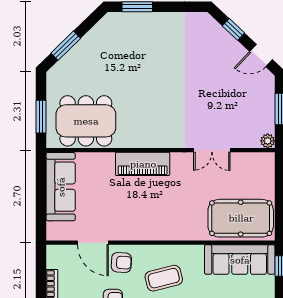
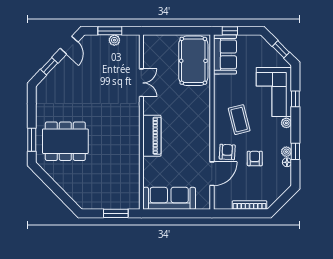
window: (66, 46) -> (62, 194), removed
dining table: (86, 121) -> (65, 141), moved, turned 90
plant: (268, 141) -> (114, 40), moved
sofa: (240, 260) -> (225, 54), width x0.73

